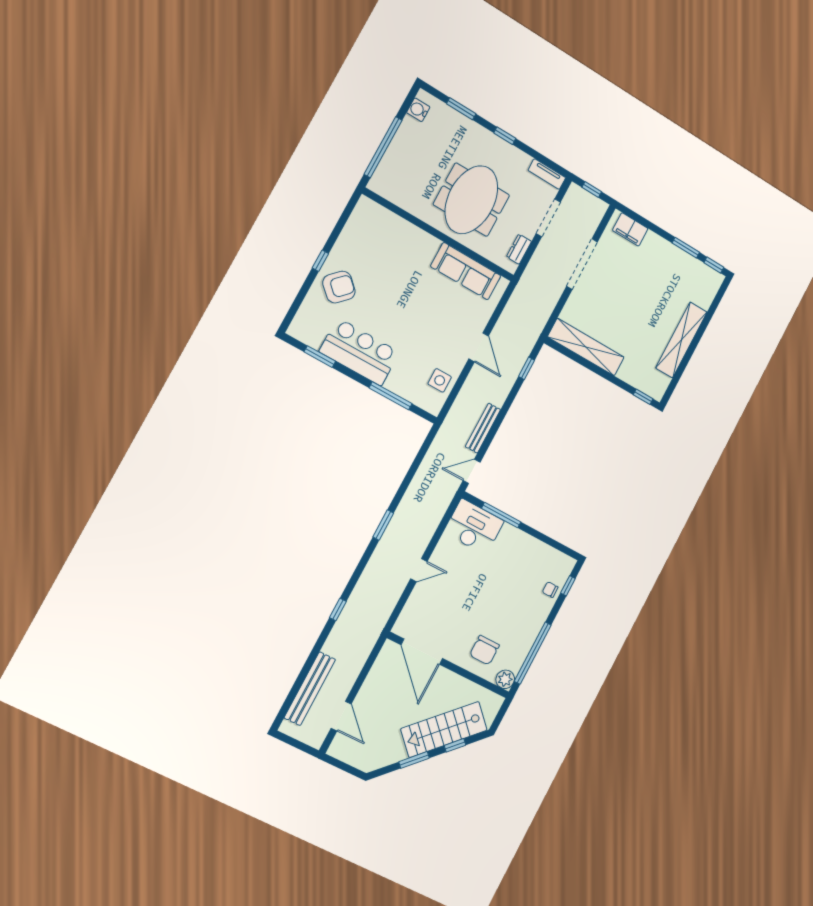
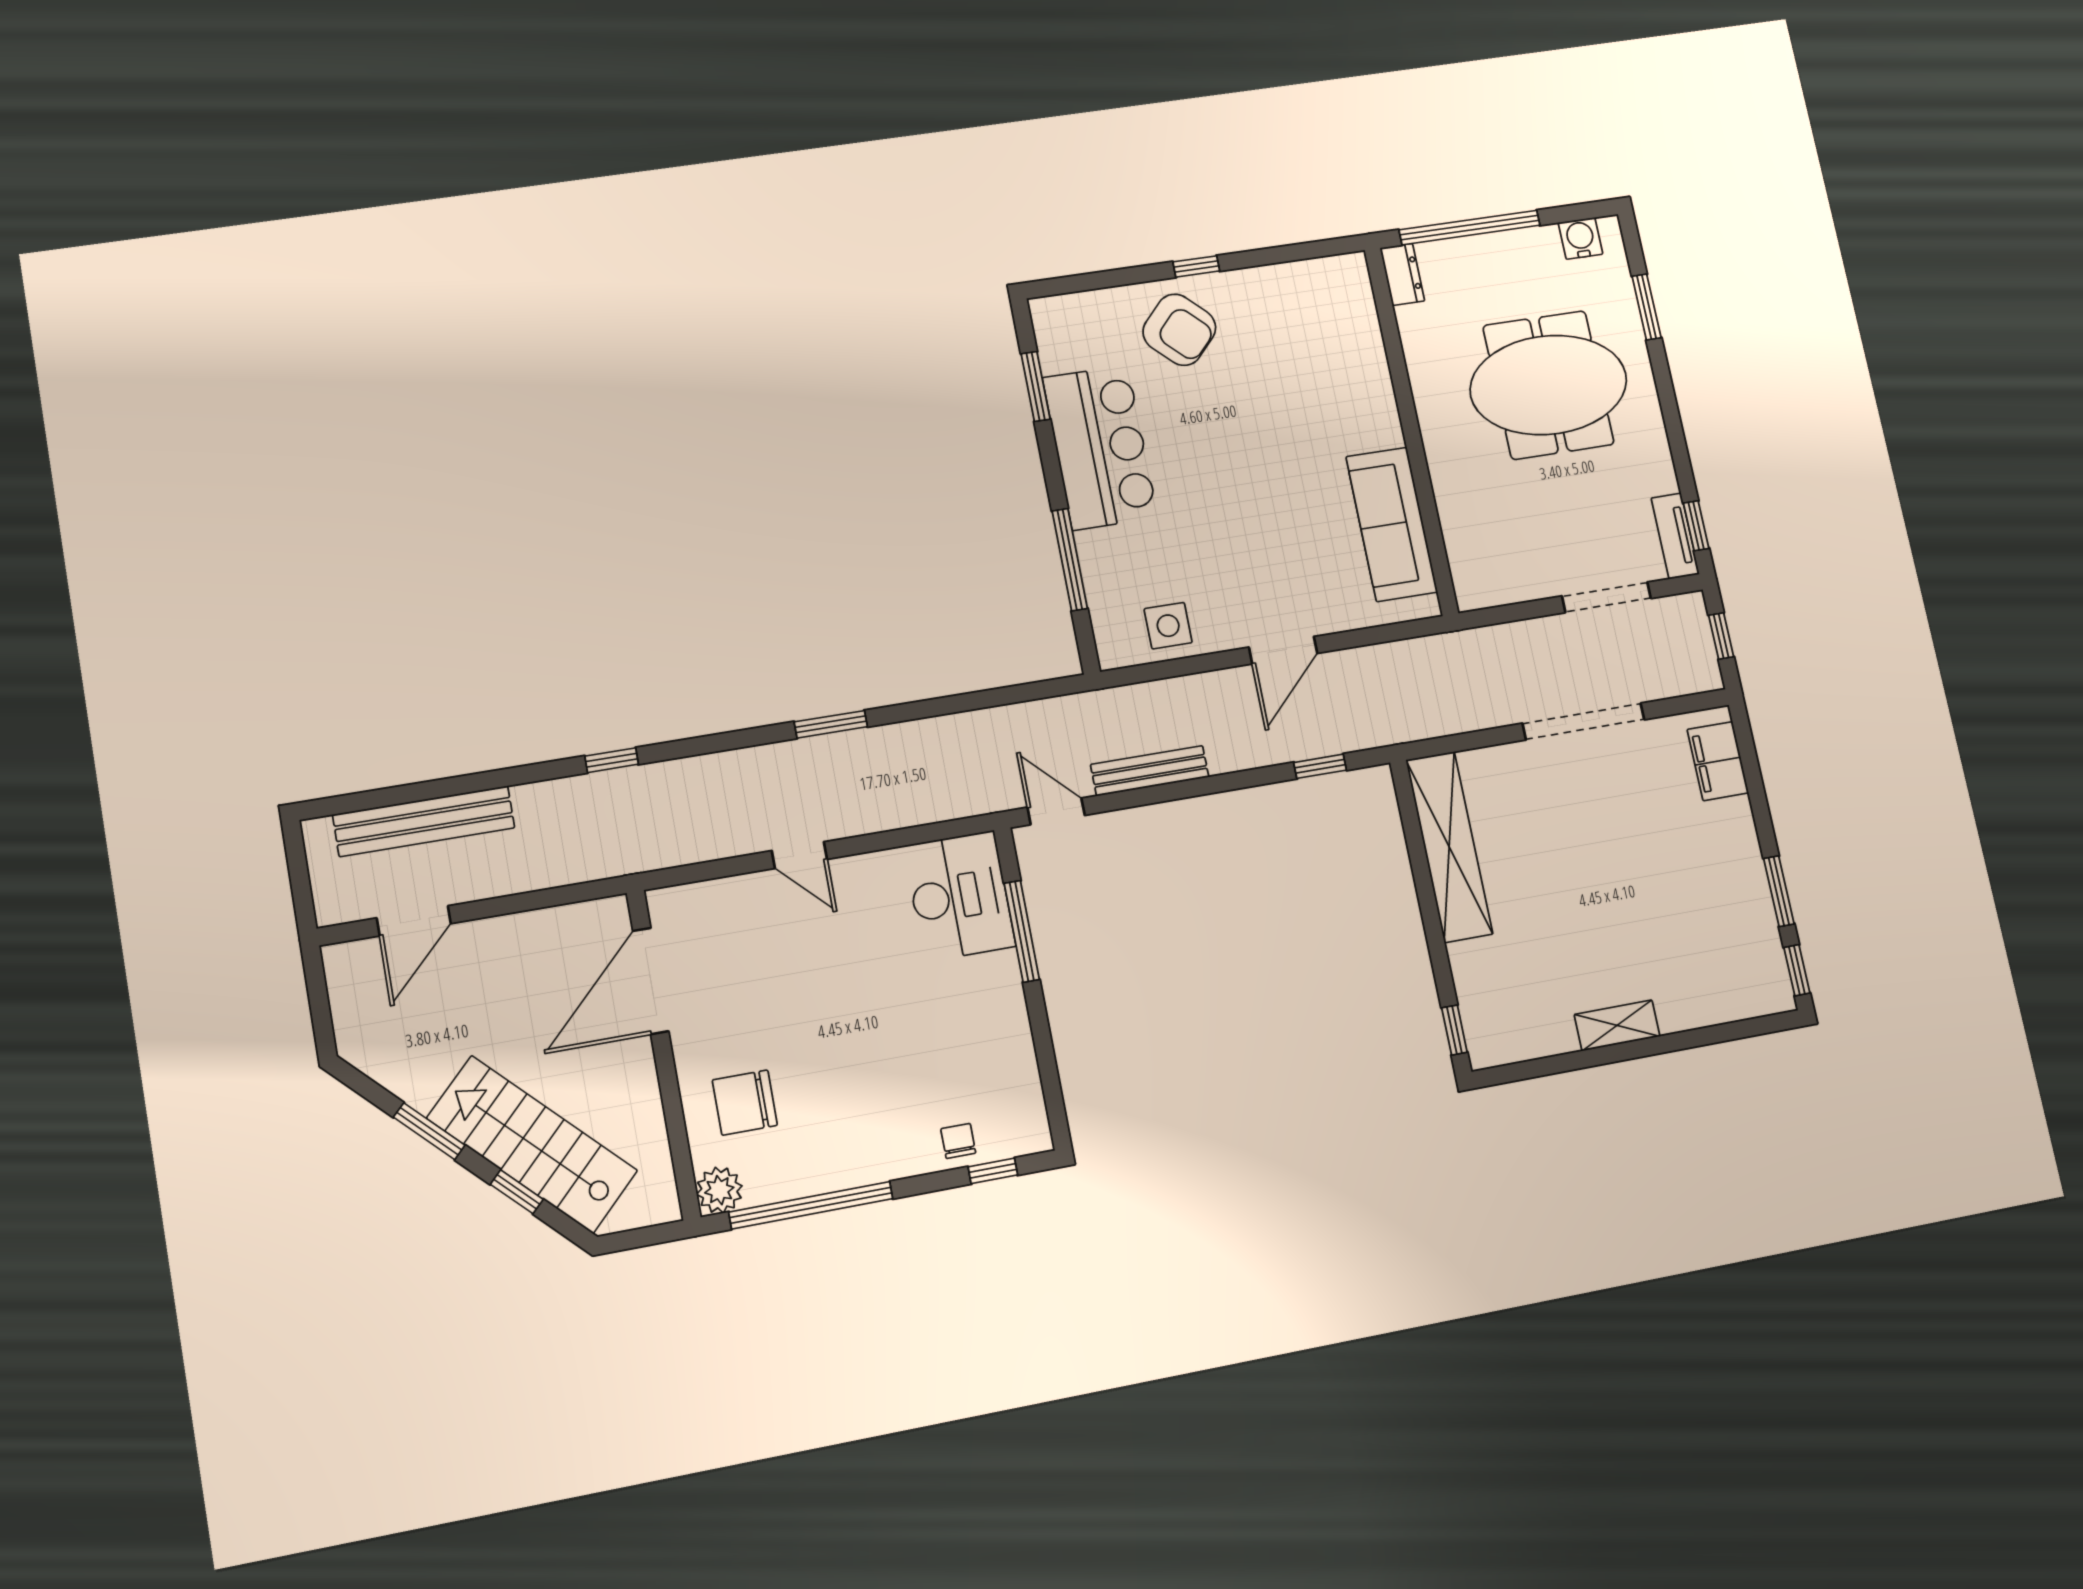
window: (505, 136) -> (1696, 526), moved
meeting table: (471, 200) -> (1548, 385), moved
dresser: (519, 249) -> (1402, 274), moved, turned 90
shelving: (681, 340) -> (1617, 1025), width x0.45, depth x0.75

